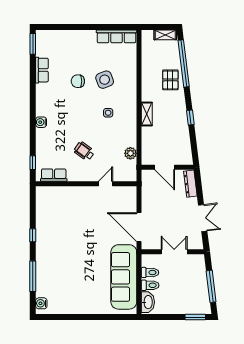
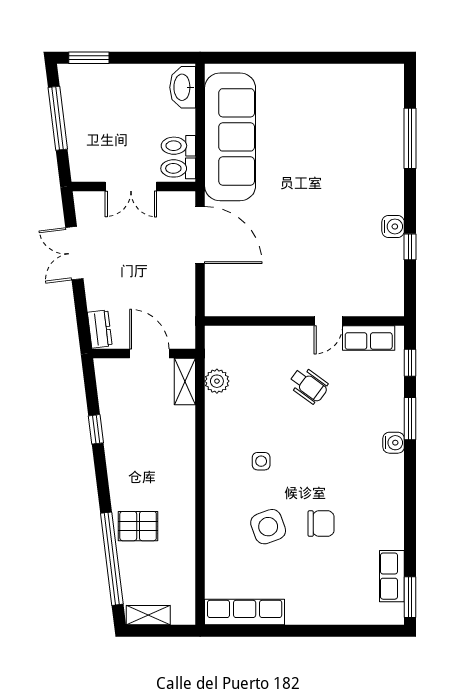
row of seats: (42, 70) -> (392, 576), moved
pallet: (170, 80) -> (138, 526), turned 90
shelving: (147, 114) -> (185, 381), moved
window: (190, 118) -> (96, 429), moved
window: (33, 134) -> (410, 419), added
door: (105, 184) -> (328, 321), moved
dresser: (190, 184) -> (100, 329), width x0.70
window: (33, 235) -> (410, 247), moved
toilet: (150, 285) -> (178, 168), moved
water cooler: (41, 303) -> (393, 226), moved

